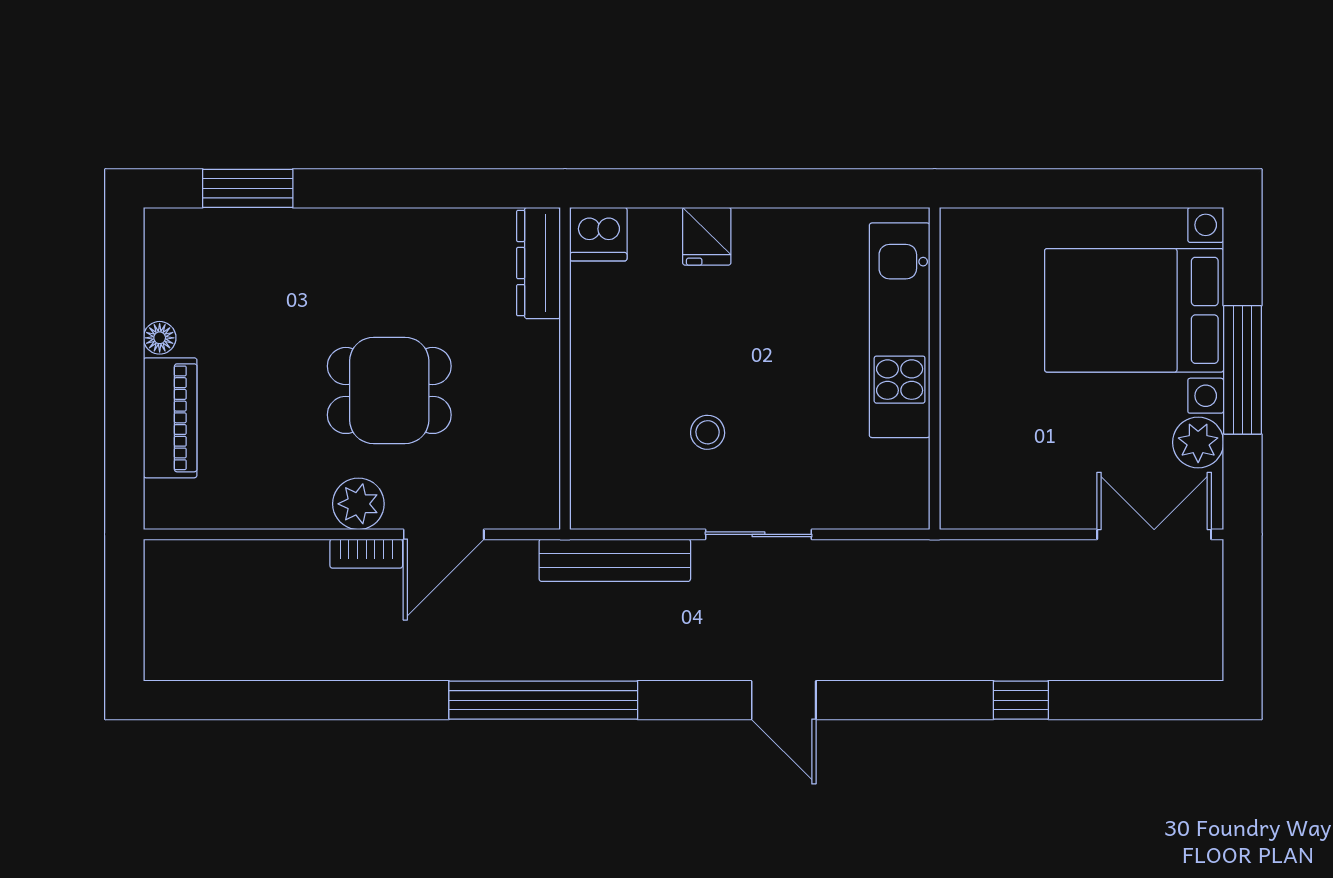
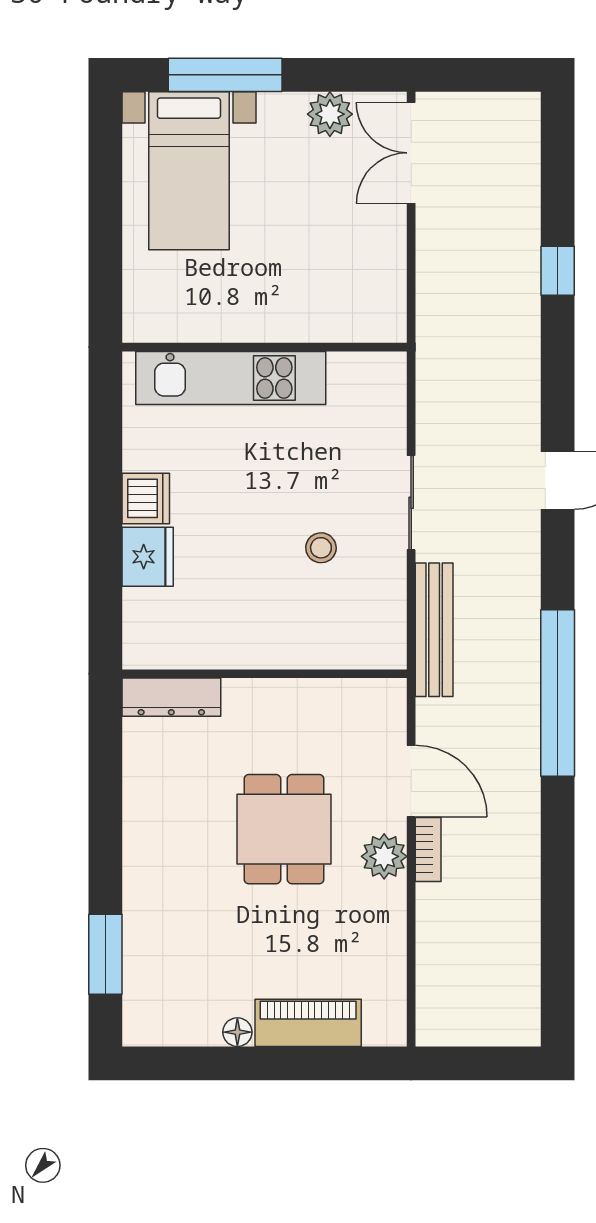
dishwasher: (598, 234) -> (146, 498), moved
fridge: (707, 236) -> (148, 557), width x1.38
bed with nightstands: (1134, 310) -> (189, 171), width x0.73
window: (1243, 370) -> (225, 75), moved

